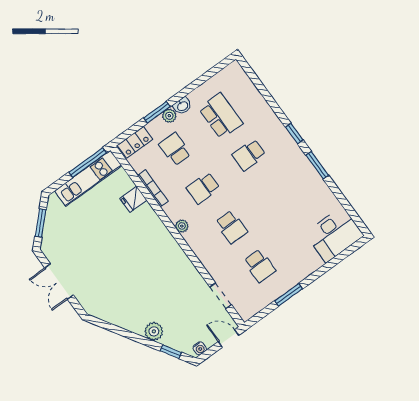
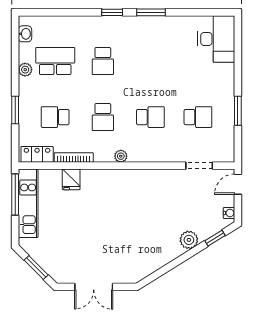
washbasin: (182, 106) -> (25, 34), moved
plant: (169, 116) -> (25, 70), moved
locker: (135, 142) -> (37, 154), moved, turned -90

